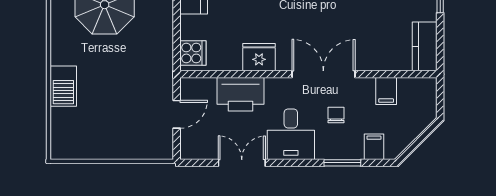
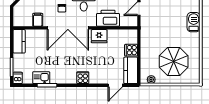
cooker: (193, 53) -> (131, 50), moved
double door: (323, 74) -> (68, 28), width x1.36

